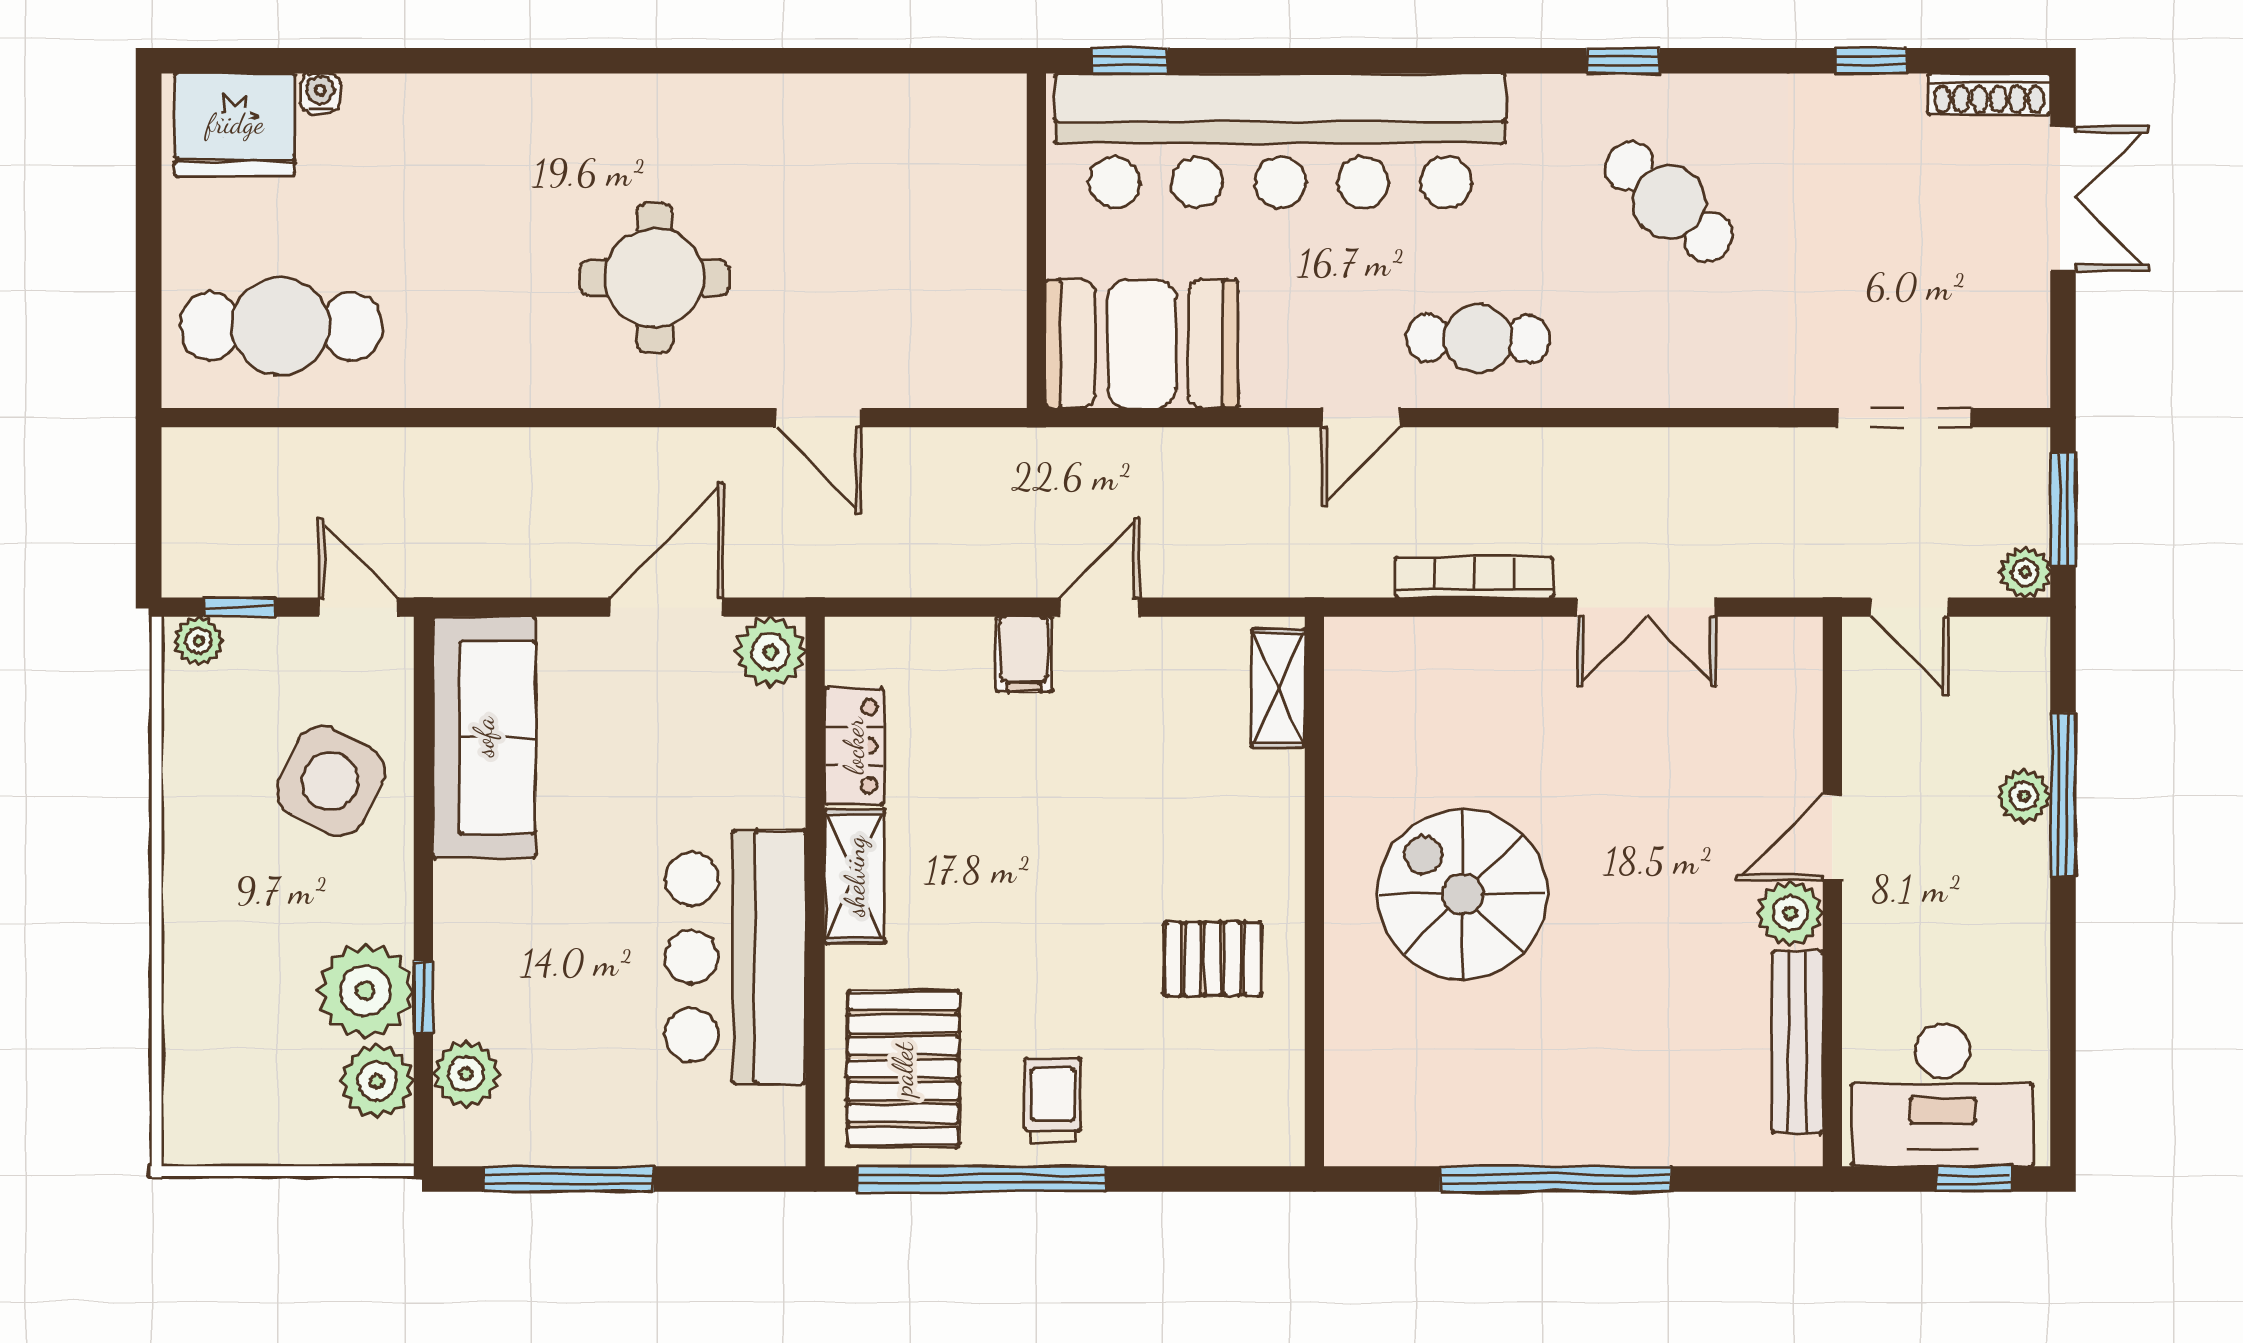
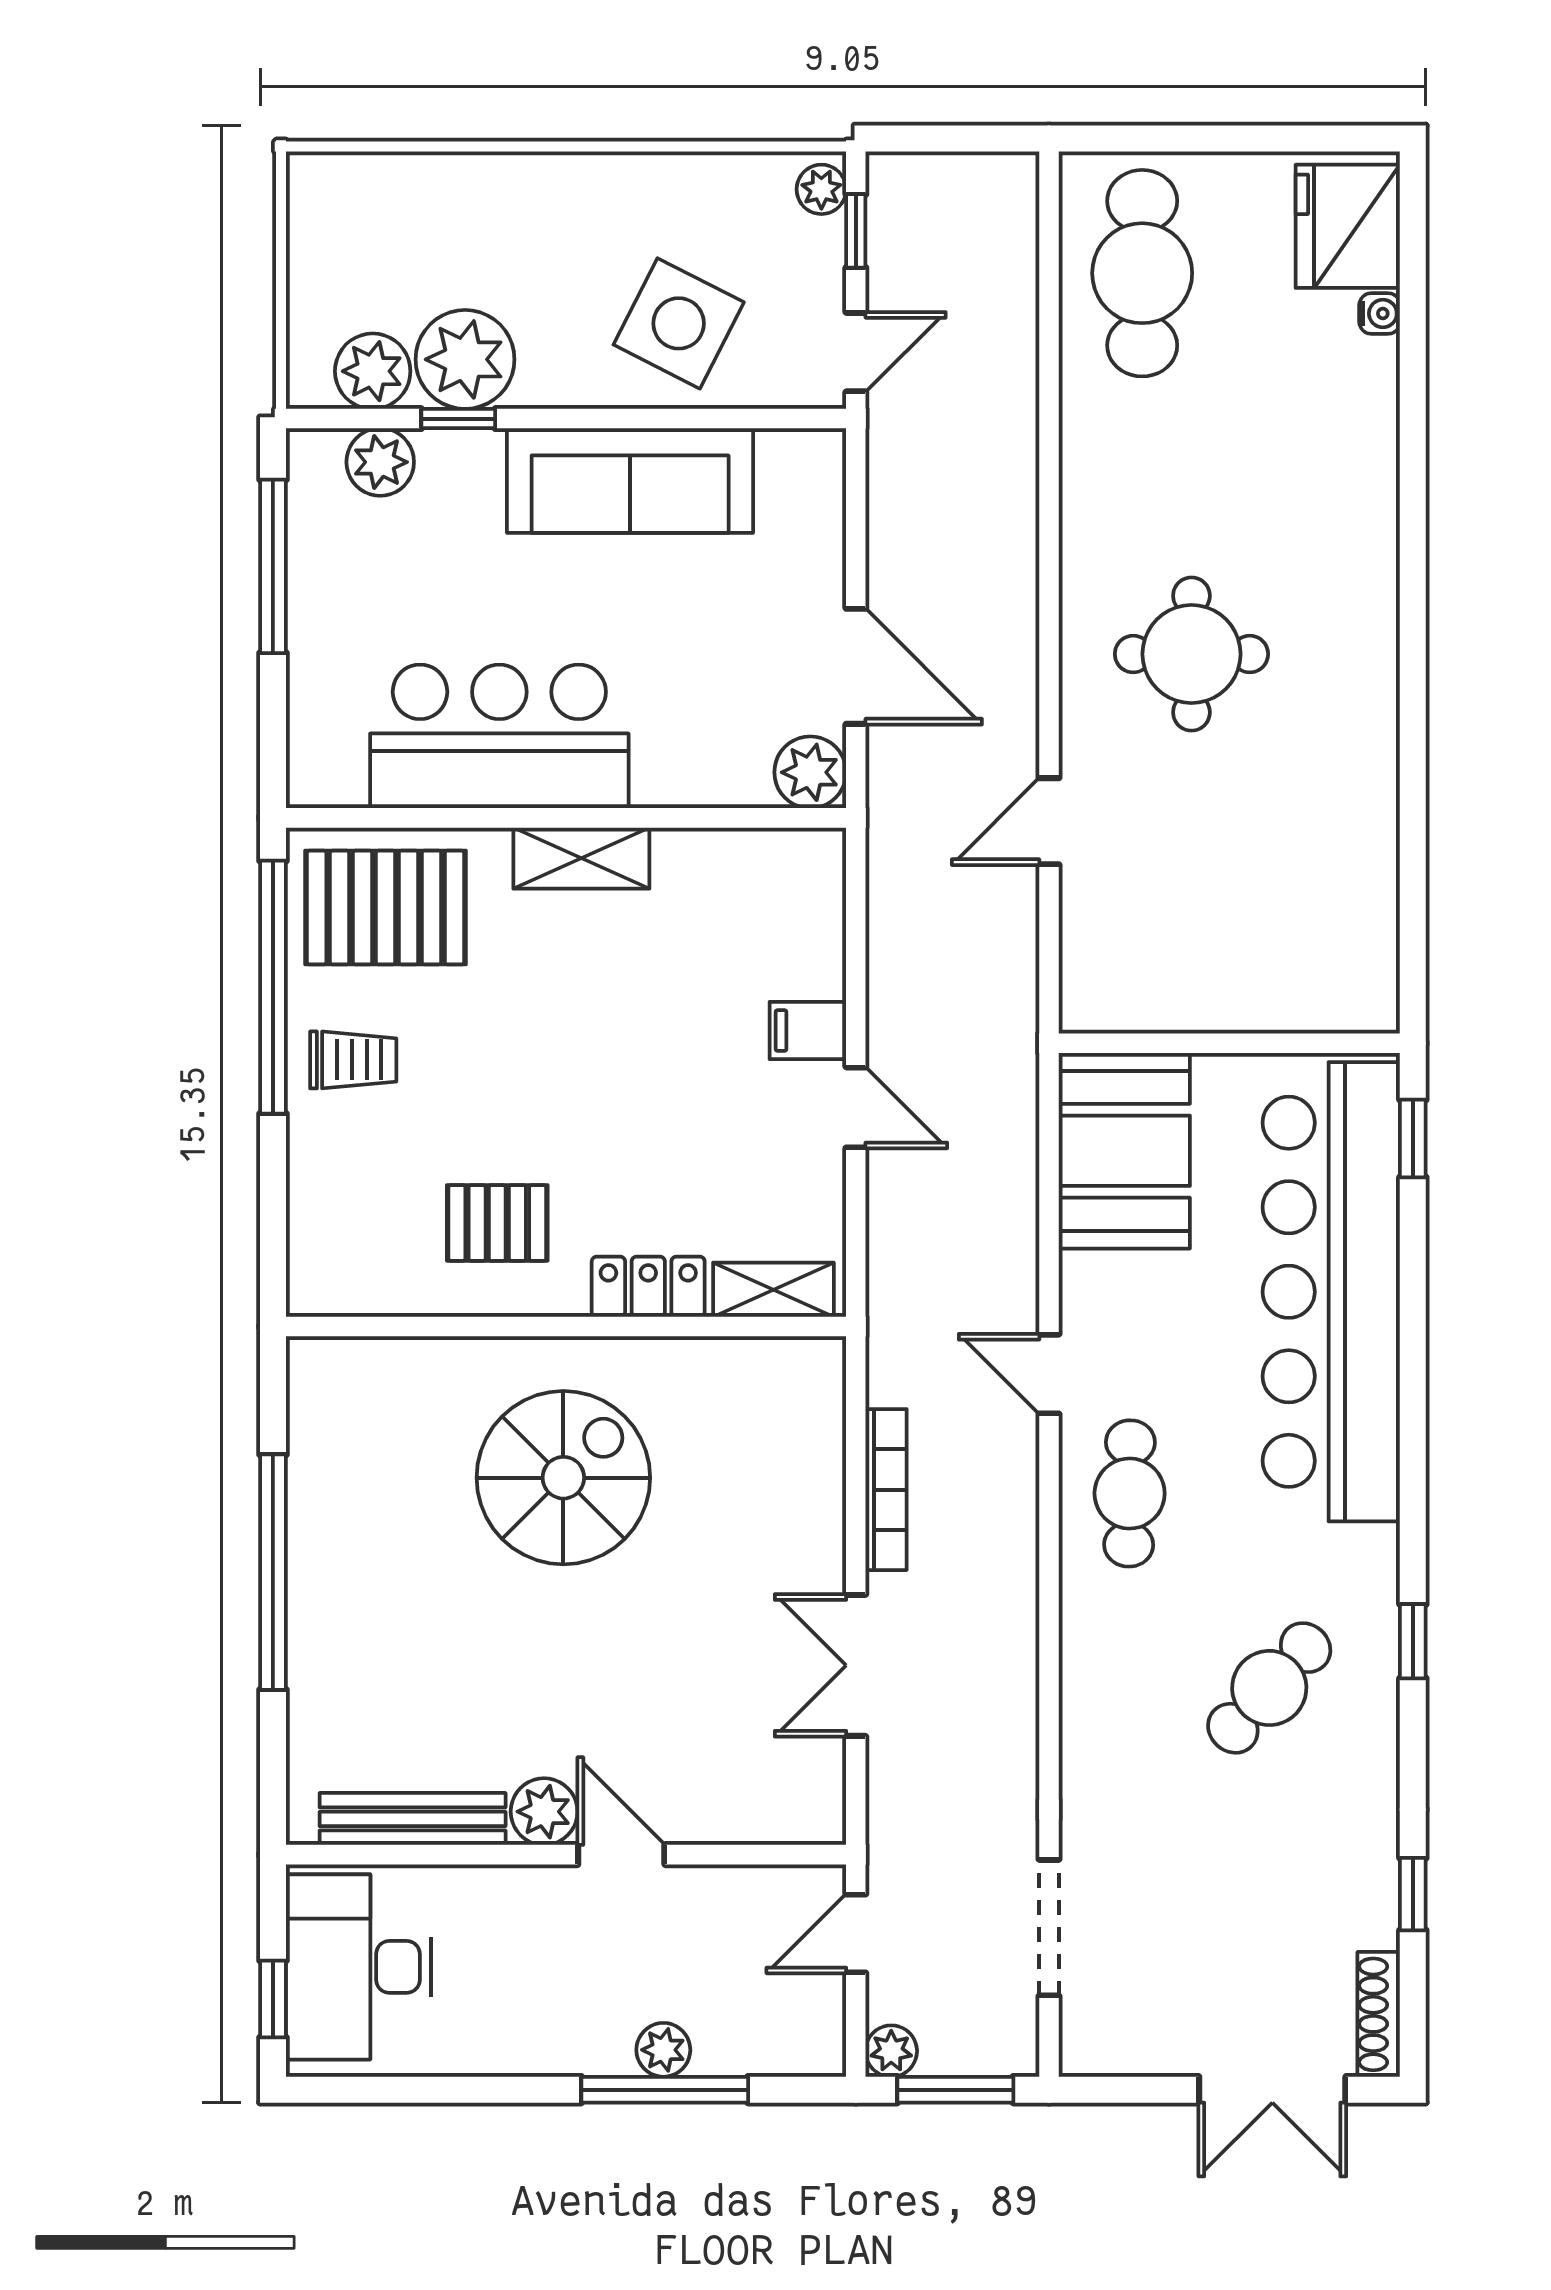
sofa: (484, 737) -> (630, 481), moved
locker: (854, 746) -> (648, 1287), moved, turned 180
pallet: (1213, 959) -> (497, 1223), turned 90

